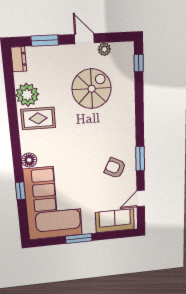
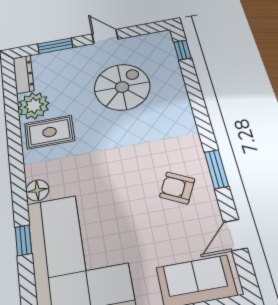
plant: (104, 49) -> (132, 43), removed
dresser: (19, 59) -> (23, 74), width x1.44

